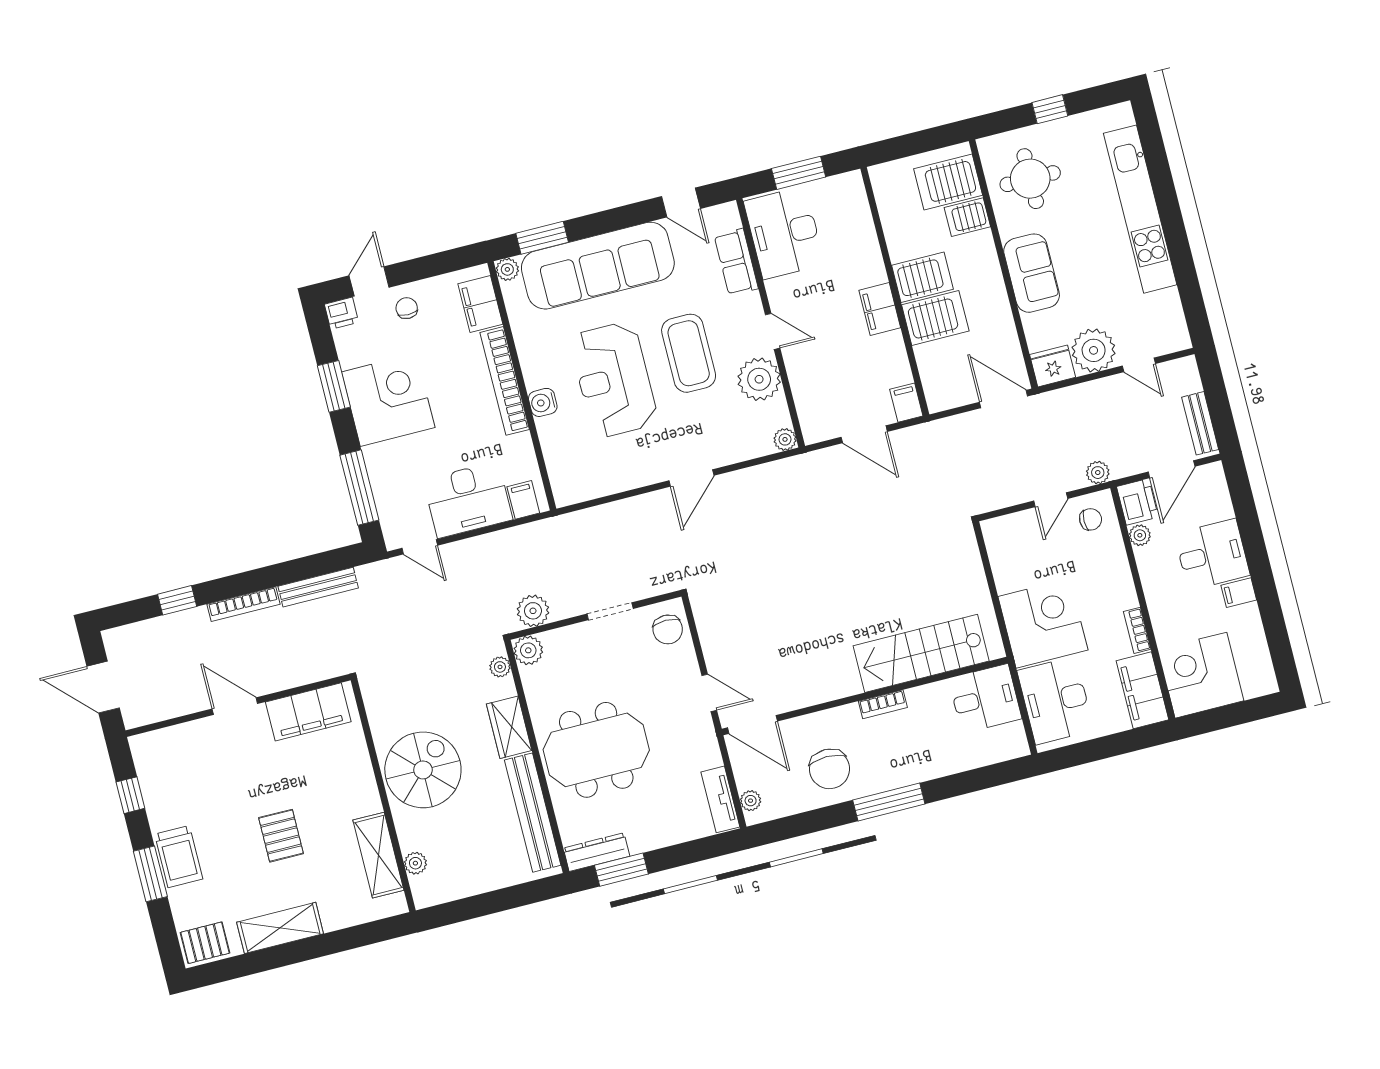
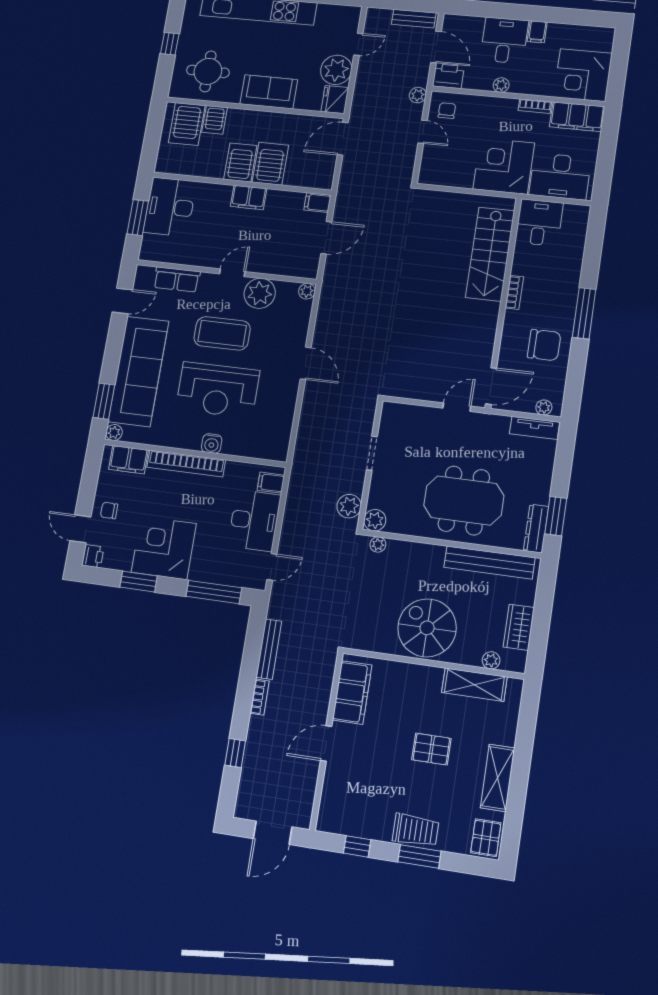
desk: (784, 233) -> (170, 207), moved, turned 90
plant: (1140, 535) -> (501, 85), moved
bookcase: (243, 604) -> (260, 697), width x0.64
chair: (668, 629) -> (401, 419), removed
wardrobe: (509, 727) -> (519, 627), moved, turned 90
meeting table: (596, 750) -> (464, 500), turned 90

